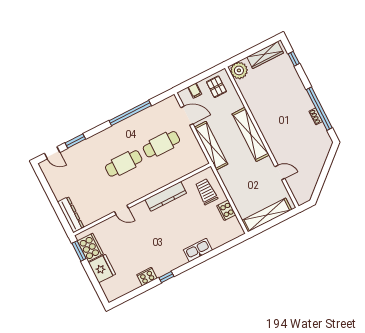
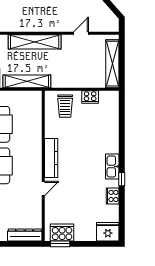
trolley: (206, 192) -> (65, 106), turned -90
kitchen counter: (166, 196) -> (51, 158), moved
kitchen sink: (198, 250) -> (112, 166), moved
fridge: (102, 269) -> (108, 232), moved

